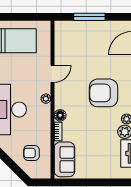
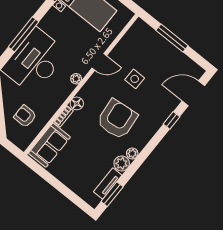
side table: (87, 66) -> (135, 79), added
armchair: (103, 93) -> (117, 119), moved, turned 84

